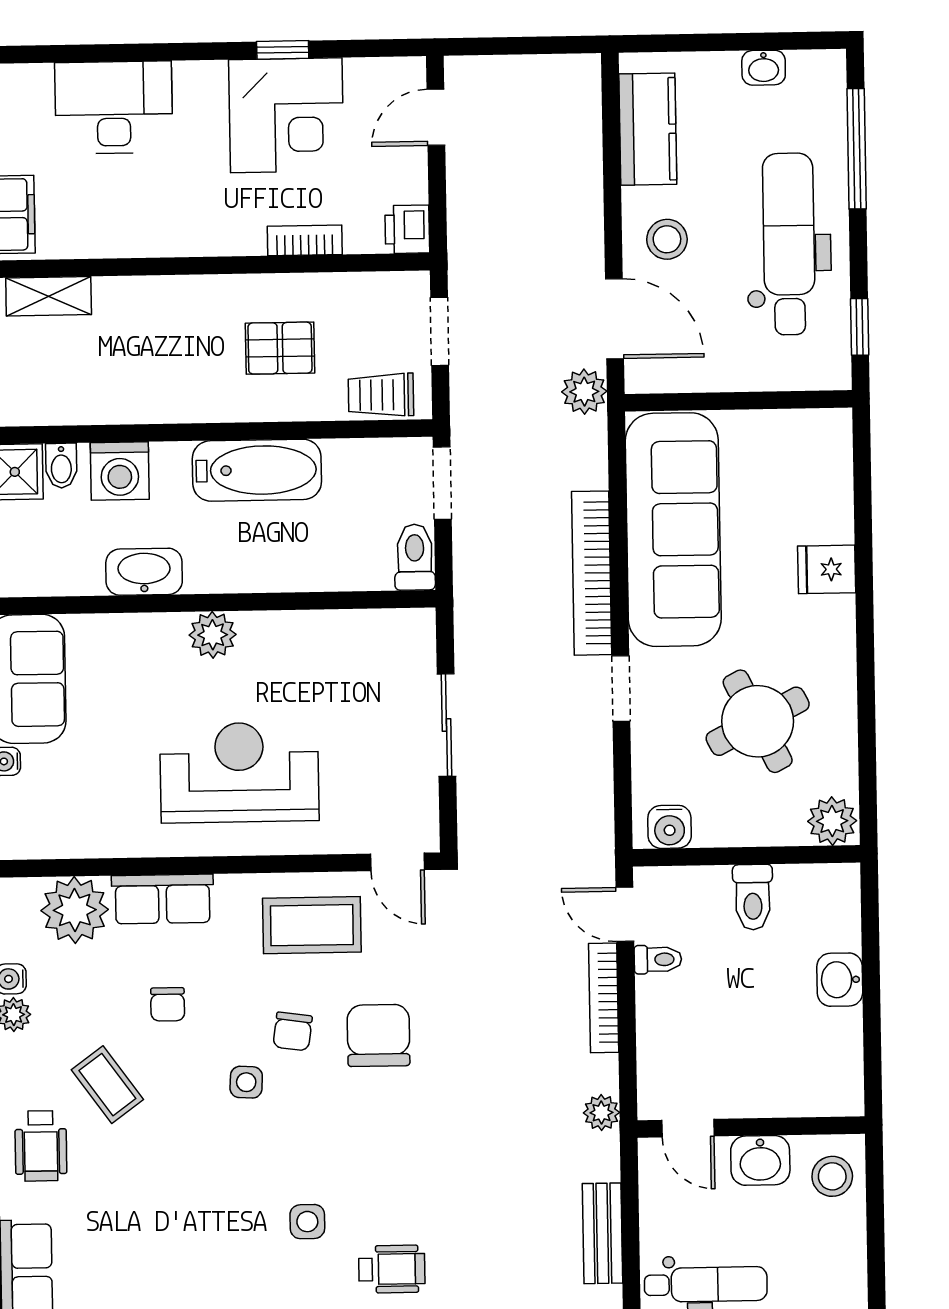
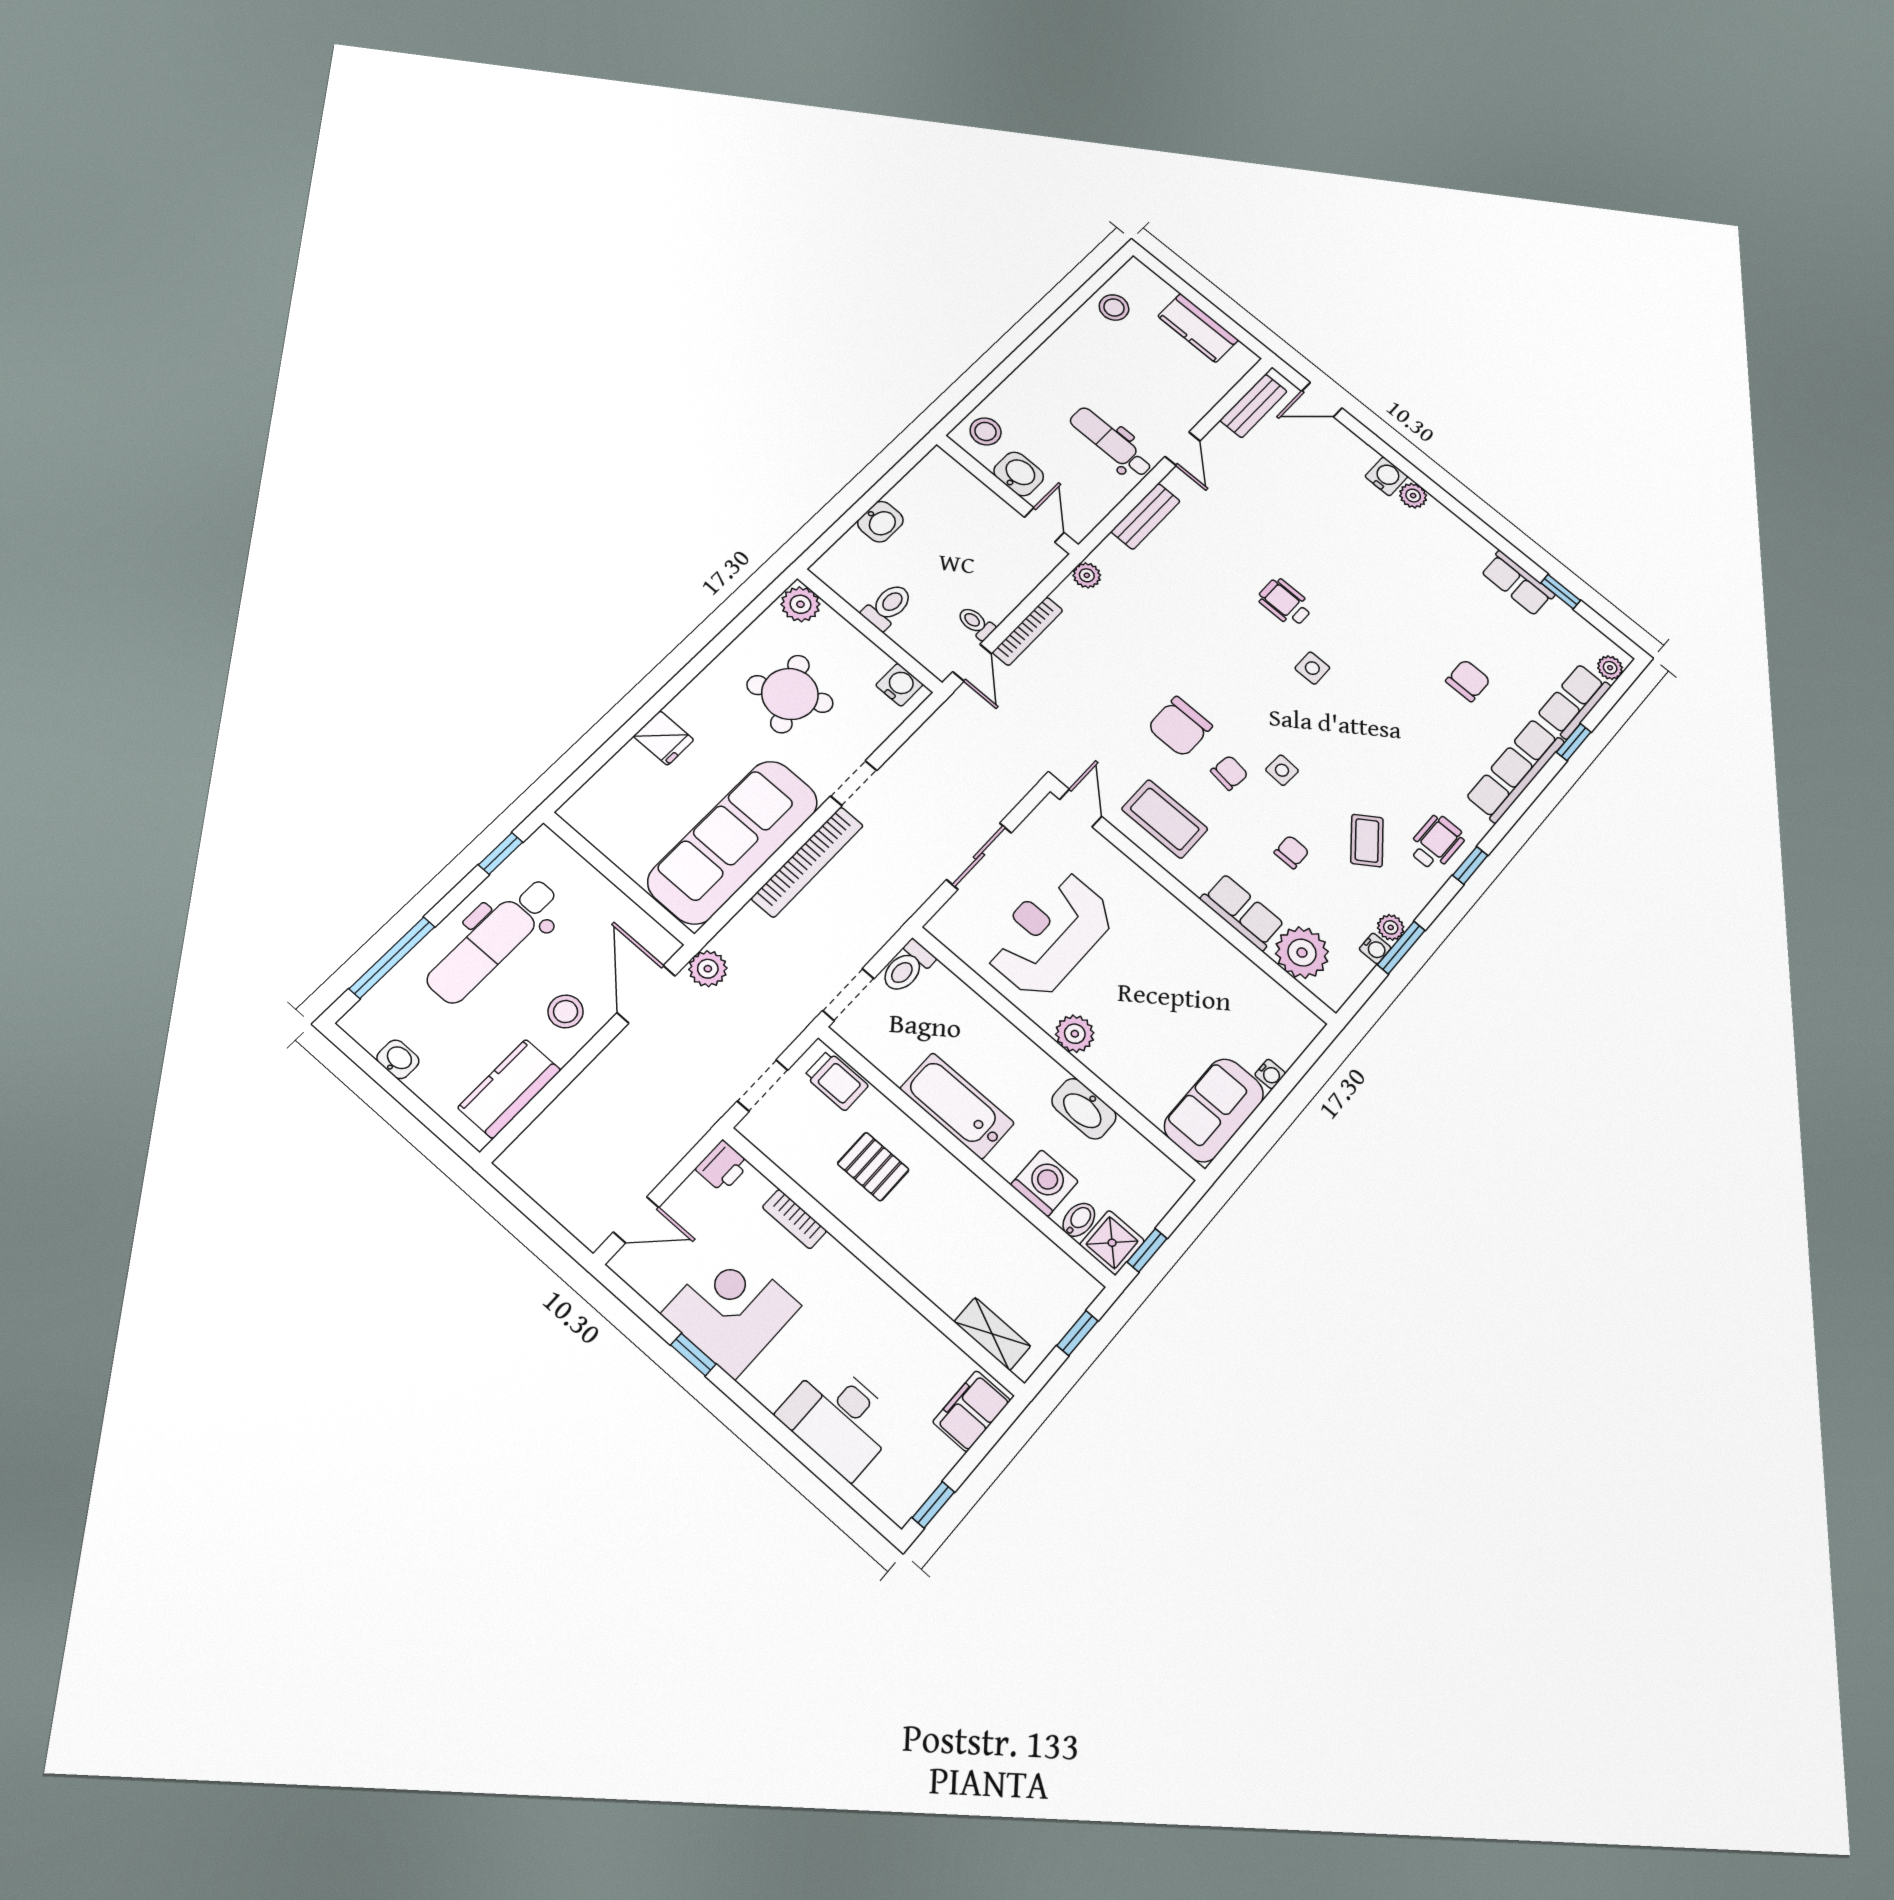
reception desk: (239, 772) -> (1049, 934), moved, turned 90

